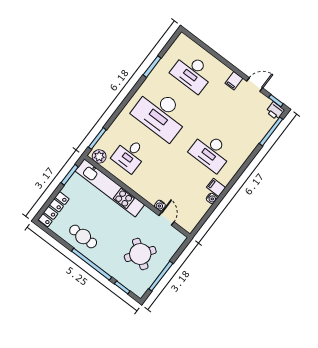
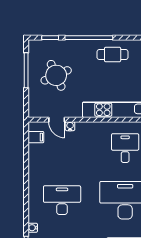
filing cabinet: (216, 187) -> (36, 137), moved
water cooler: (212, 198) -> (33, 228), moved
round table: (140, 254) -> (56, 75), turned 30

